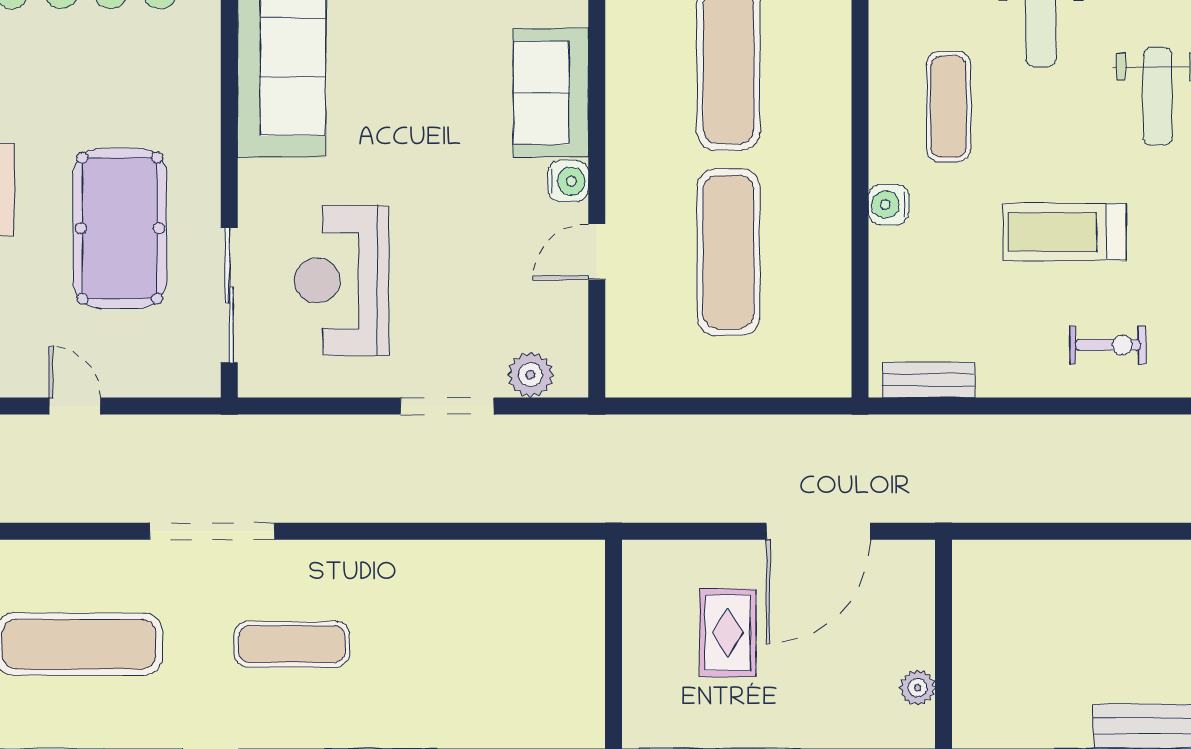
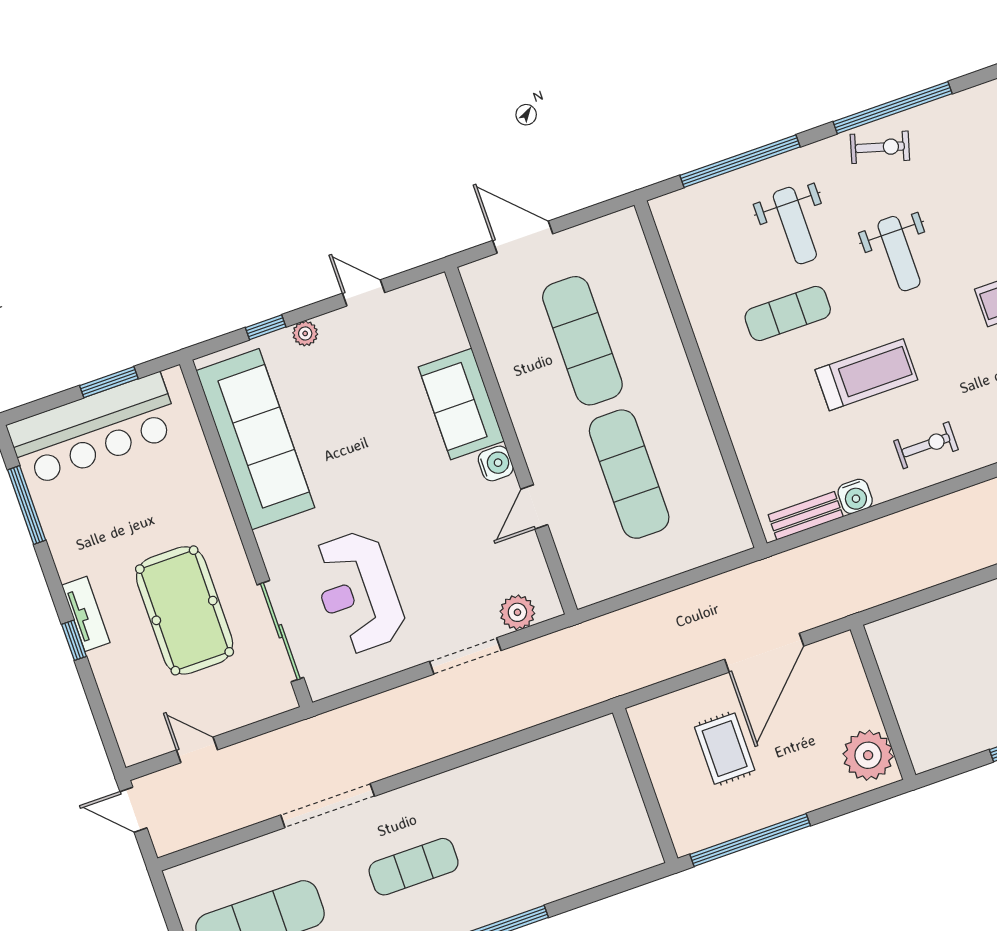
exercise mat: (949, 107) -> (788, 313), moved, turned 90
water cooler: (889, 205) -> (855, 496), moved, turned -90
treadmill: (1065, 232) -> (866, 375), turned 180
plant: (918, 688) -> (868, 755), width x1.88, depth x1.88

